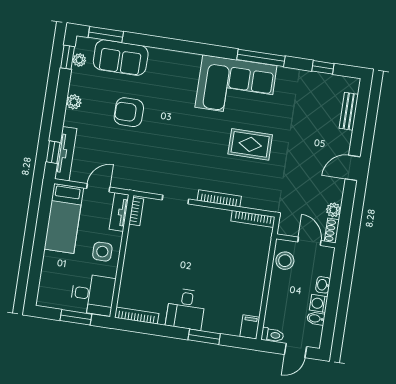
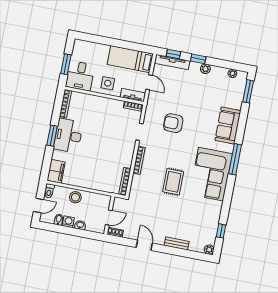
window: (68, 57) -> (198, 59), moved
sofa: (121, 58) -> (228, 125), moved
window: (261, 58) -> (235, 159), moved
bench: (349, 111) -> (177, 243), moved
armchair: (129, 112) -> (173, 123), moved, turned -90
door: (353, 168) -> (144, 245), moved
plant: (333, 210) -> (209, 250), moved
stool: (285, 261) -> (75, 197), moved
desk: (186, 309) -> (68, 136), width x1.37
filing cabinet: (250, 327) -> (56, 171), width x2.00
window: (204, 337) -> (52, 136), moved
door: (295, 351) -> (38, 205), swing flipped

